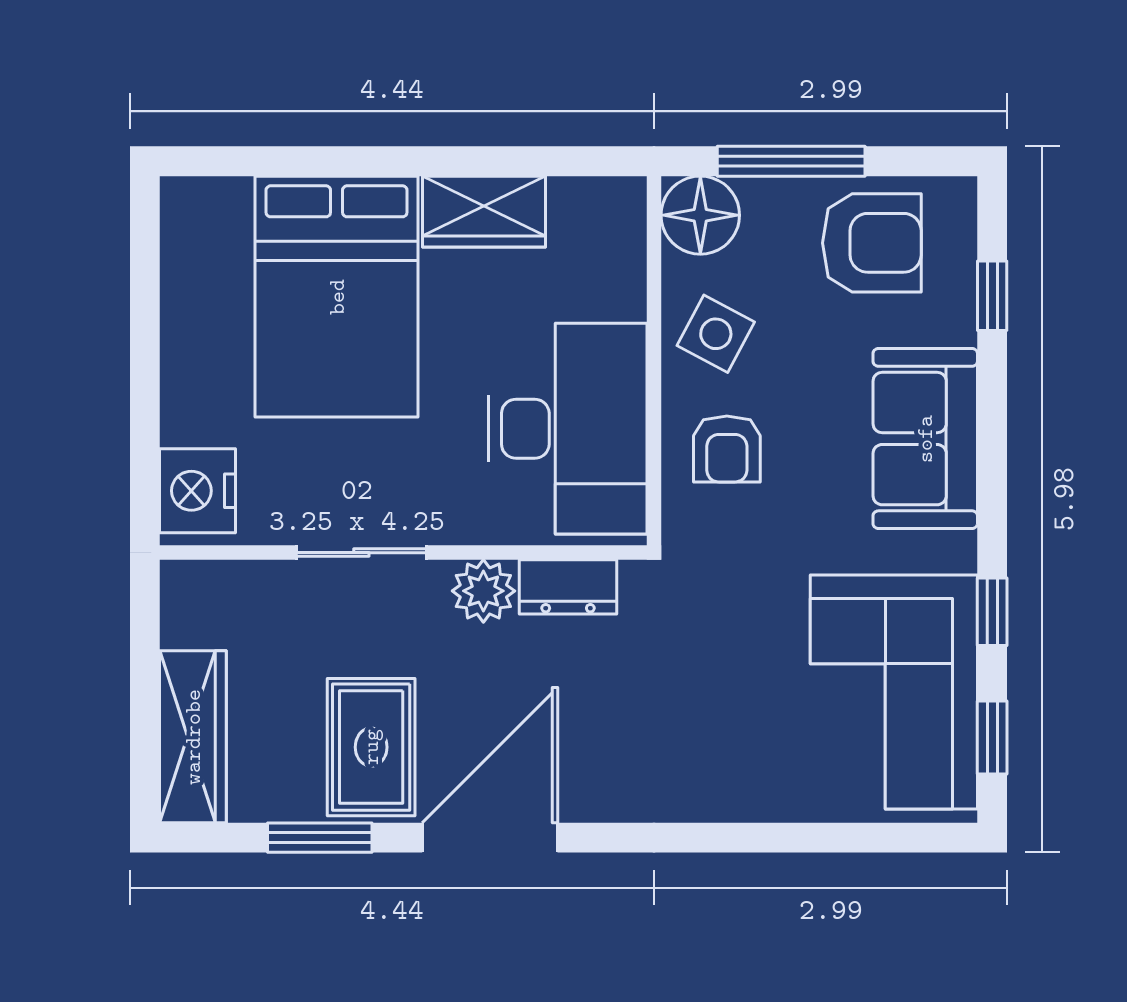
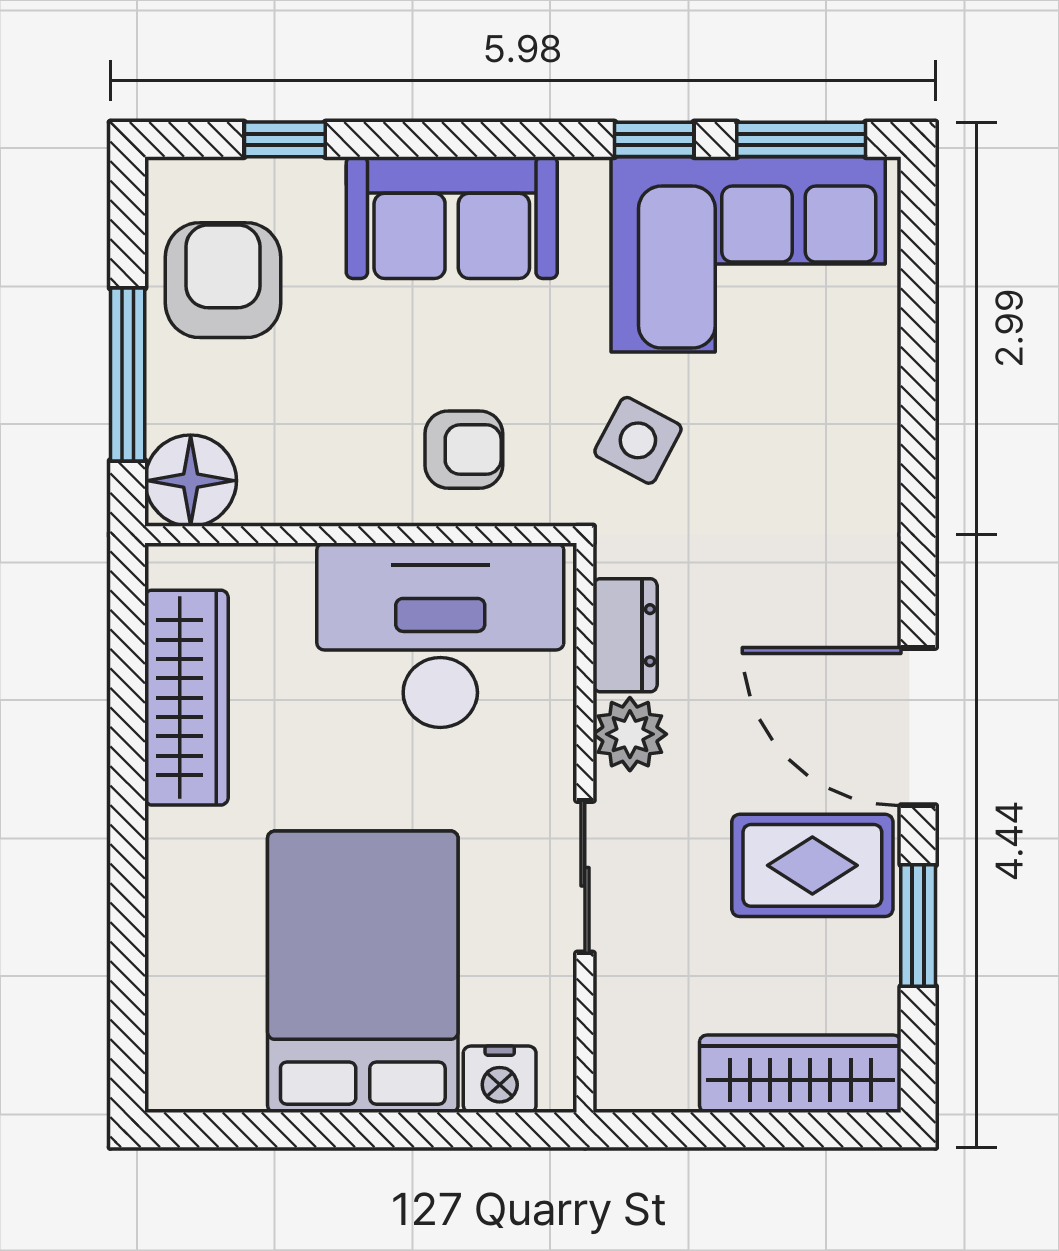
wardrobe: (484, 212) -> (186, 698), width x1.50
bed: (337, 297) -> (363, 972), moved, turned -90
side table: (716, 334) -> (638, 440), moved
nightstand: (197, 491) -> (500, 1079), width x0.74, depth x0.75
window: (992, 738) -> (801, 139), width x1.50

